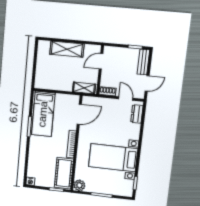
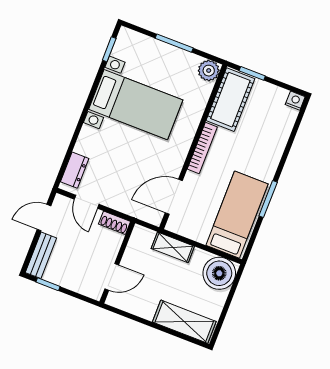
shelving: (67, 49) -> (184, 322), moved
boiler: (44, 80) -> (219, 273), added
shelving: (84, 88) -> (173, 247), moved

